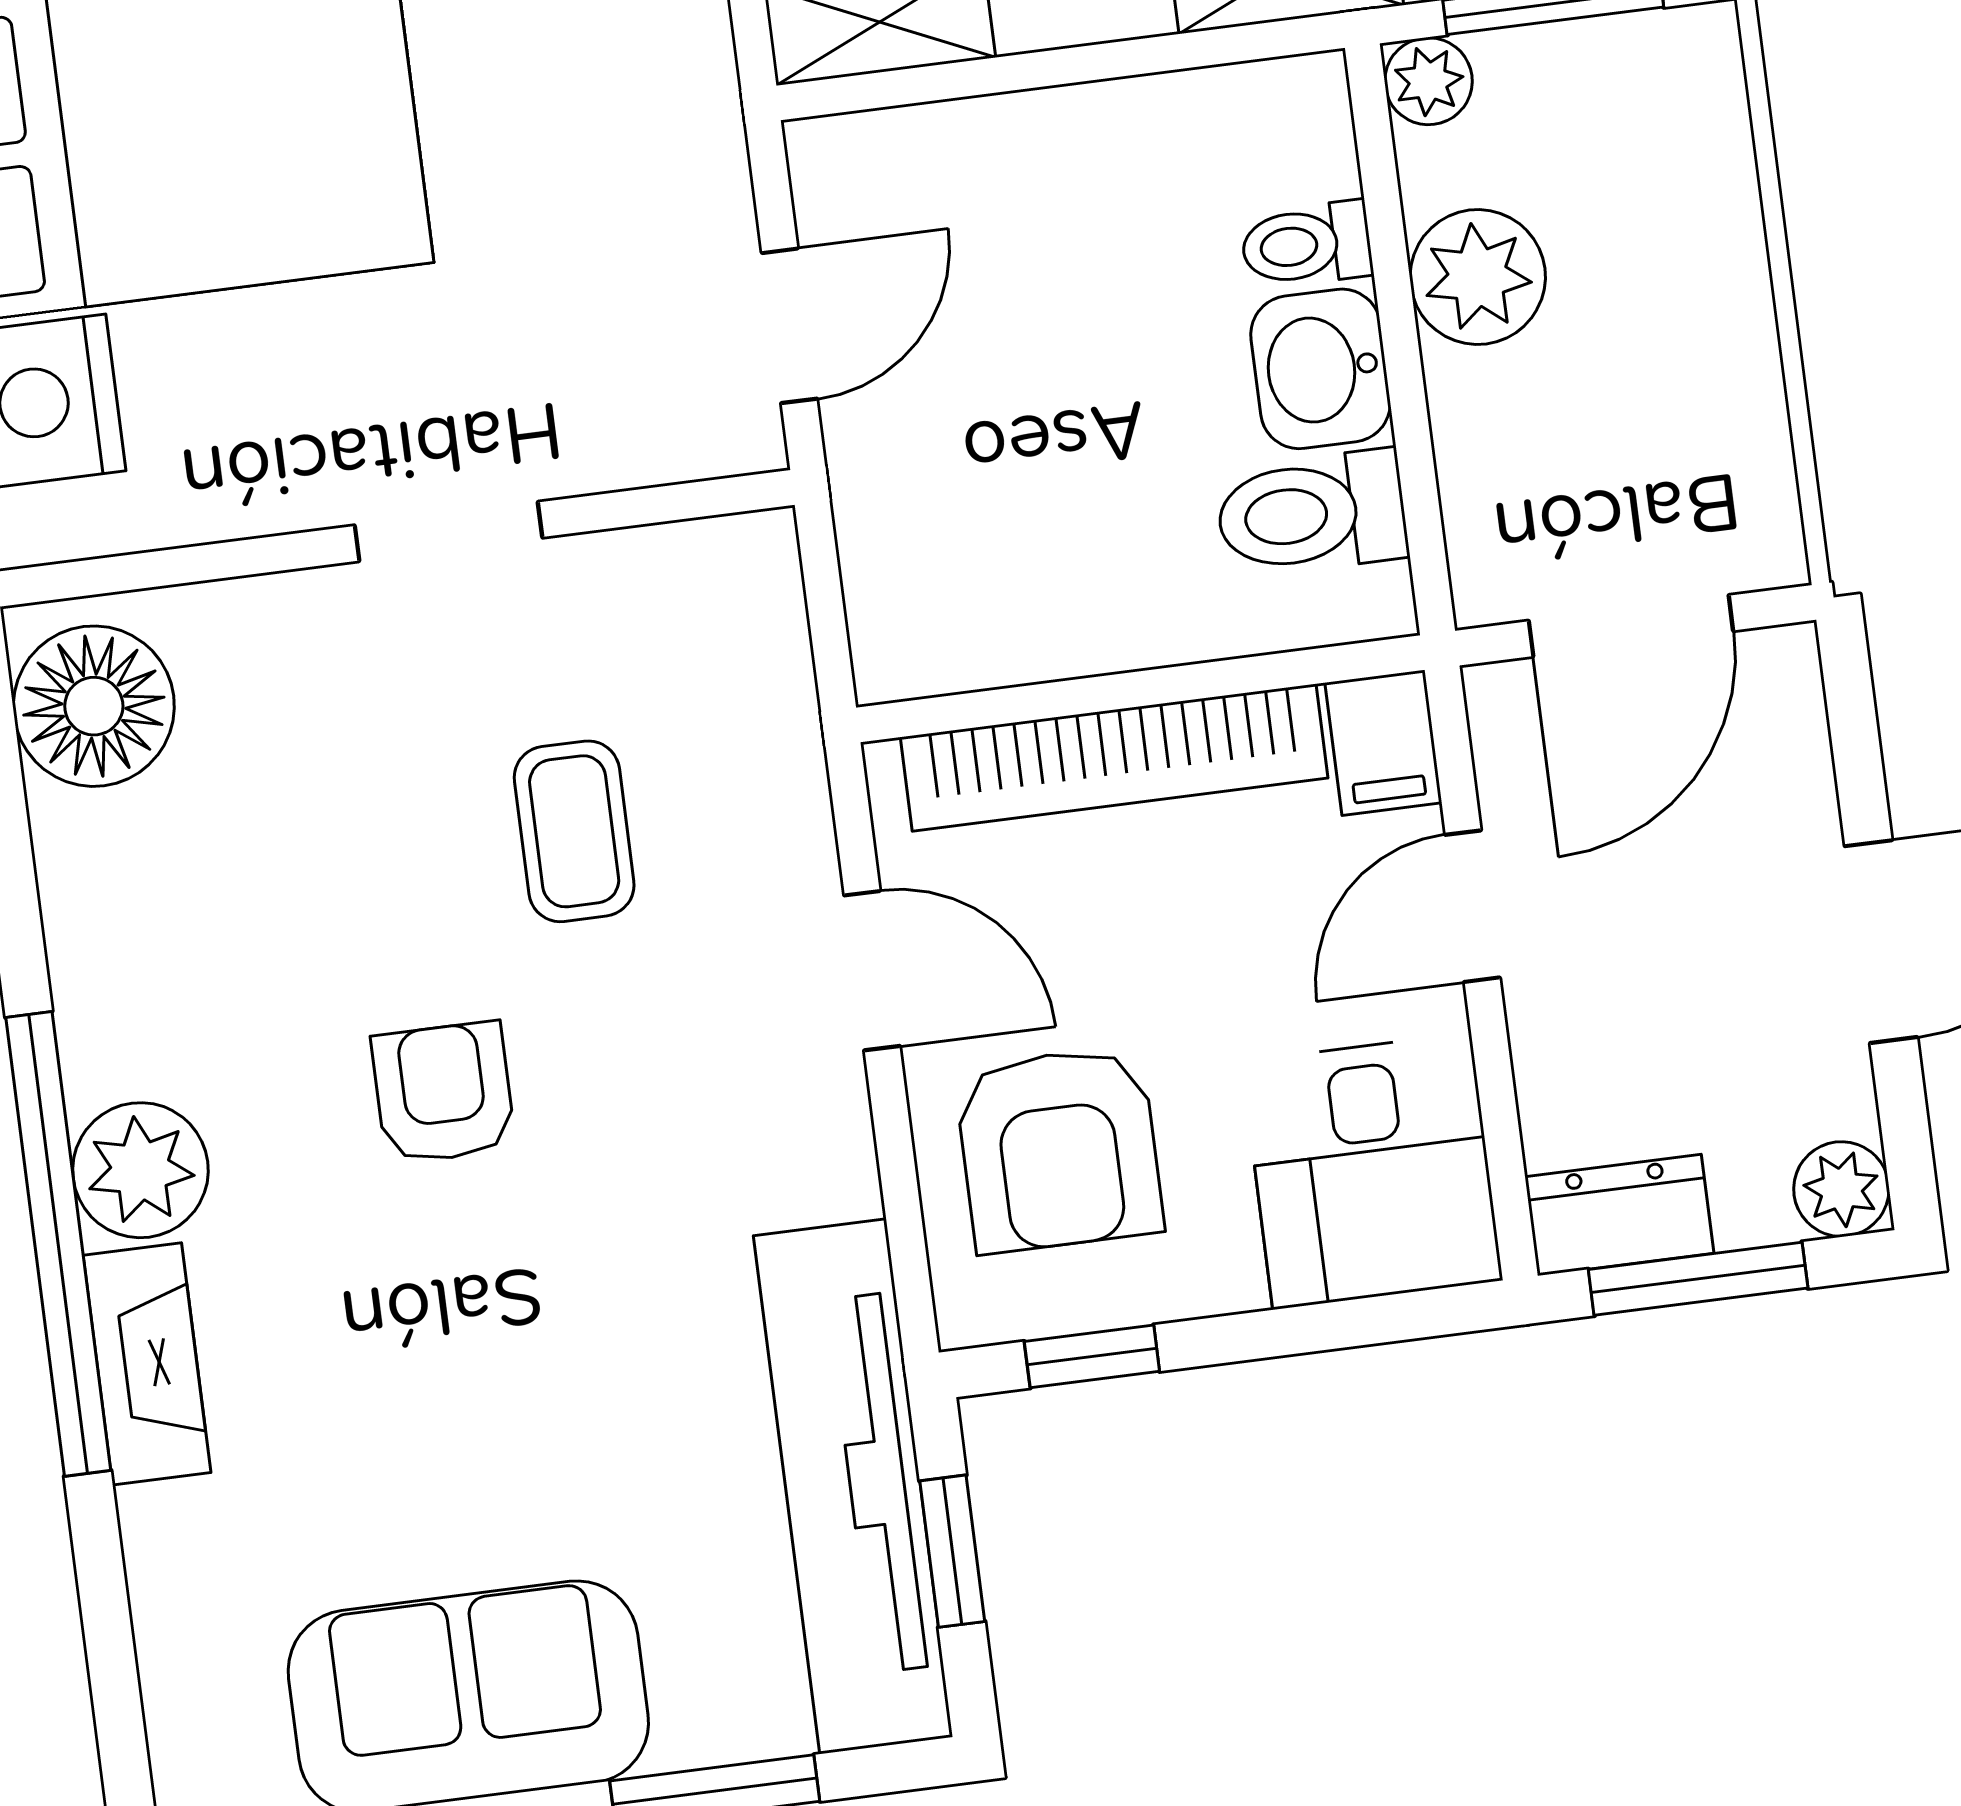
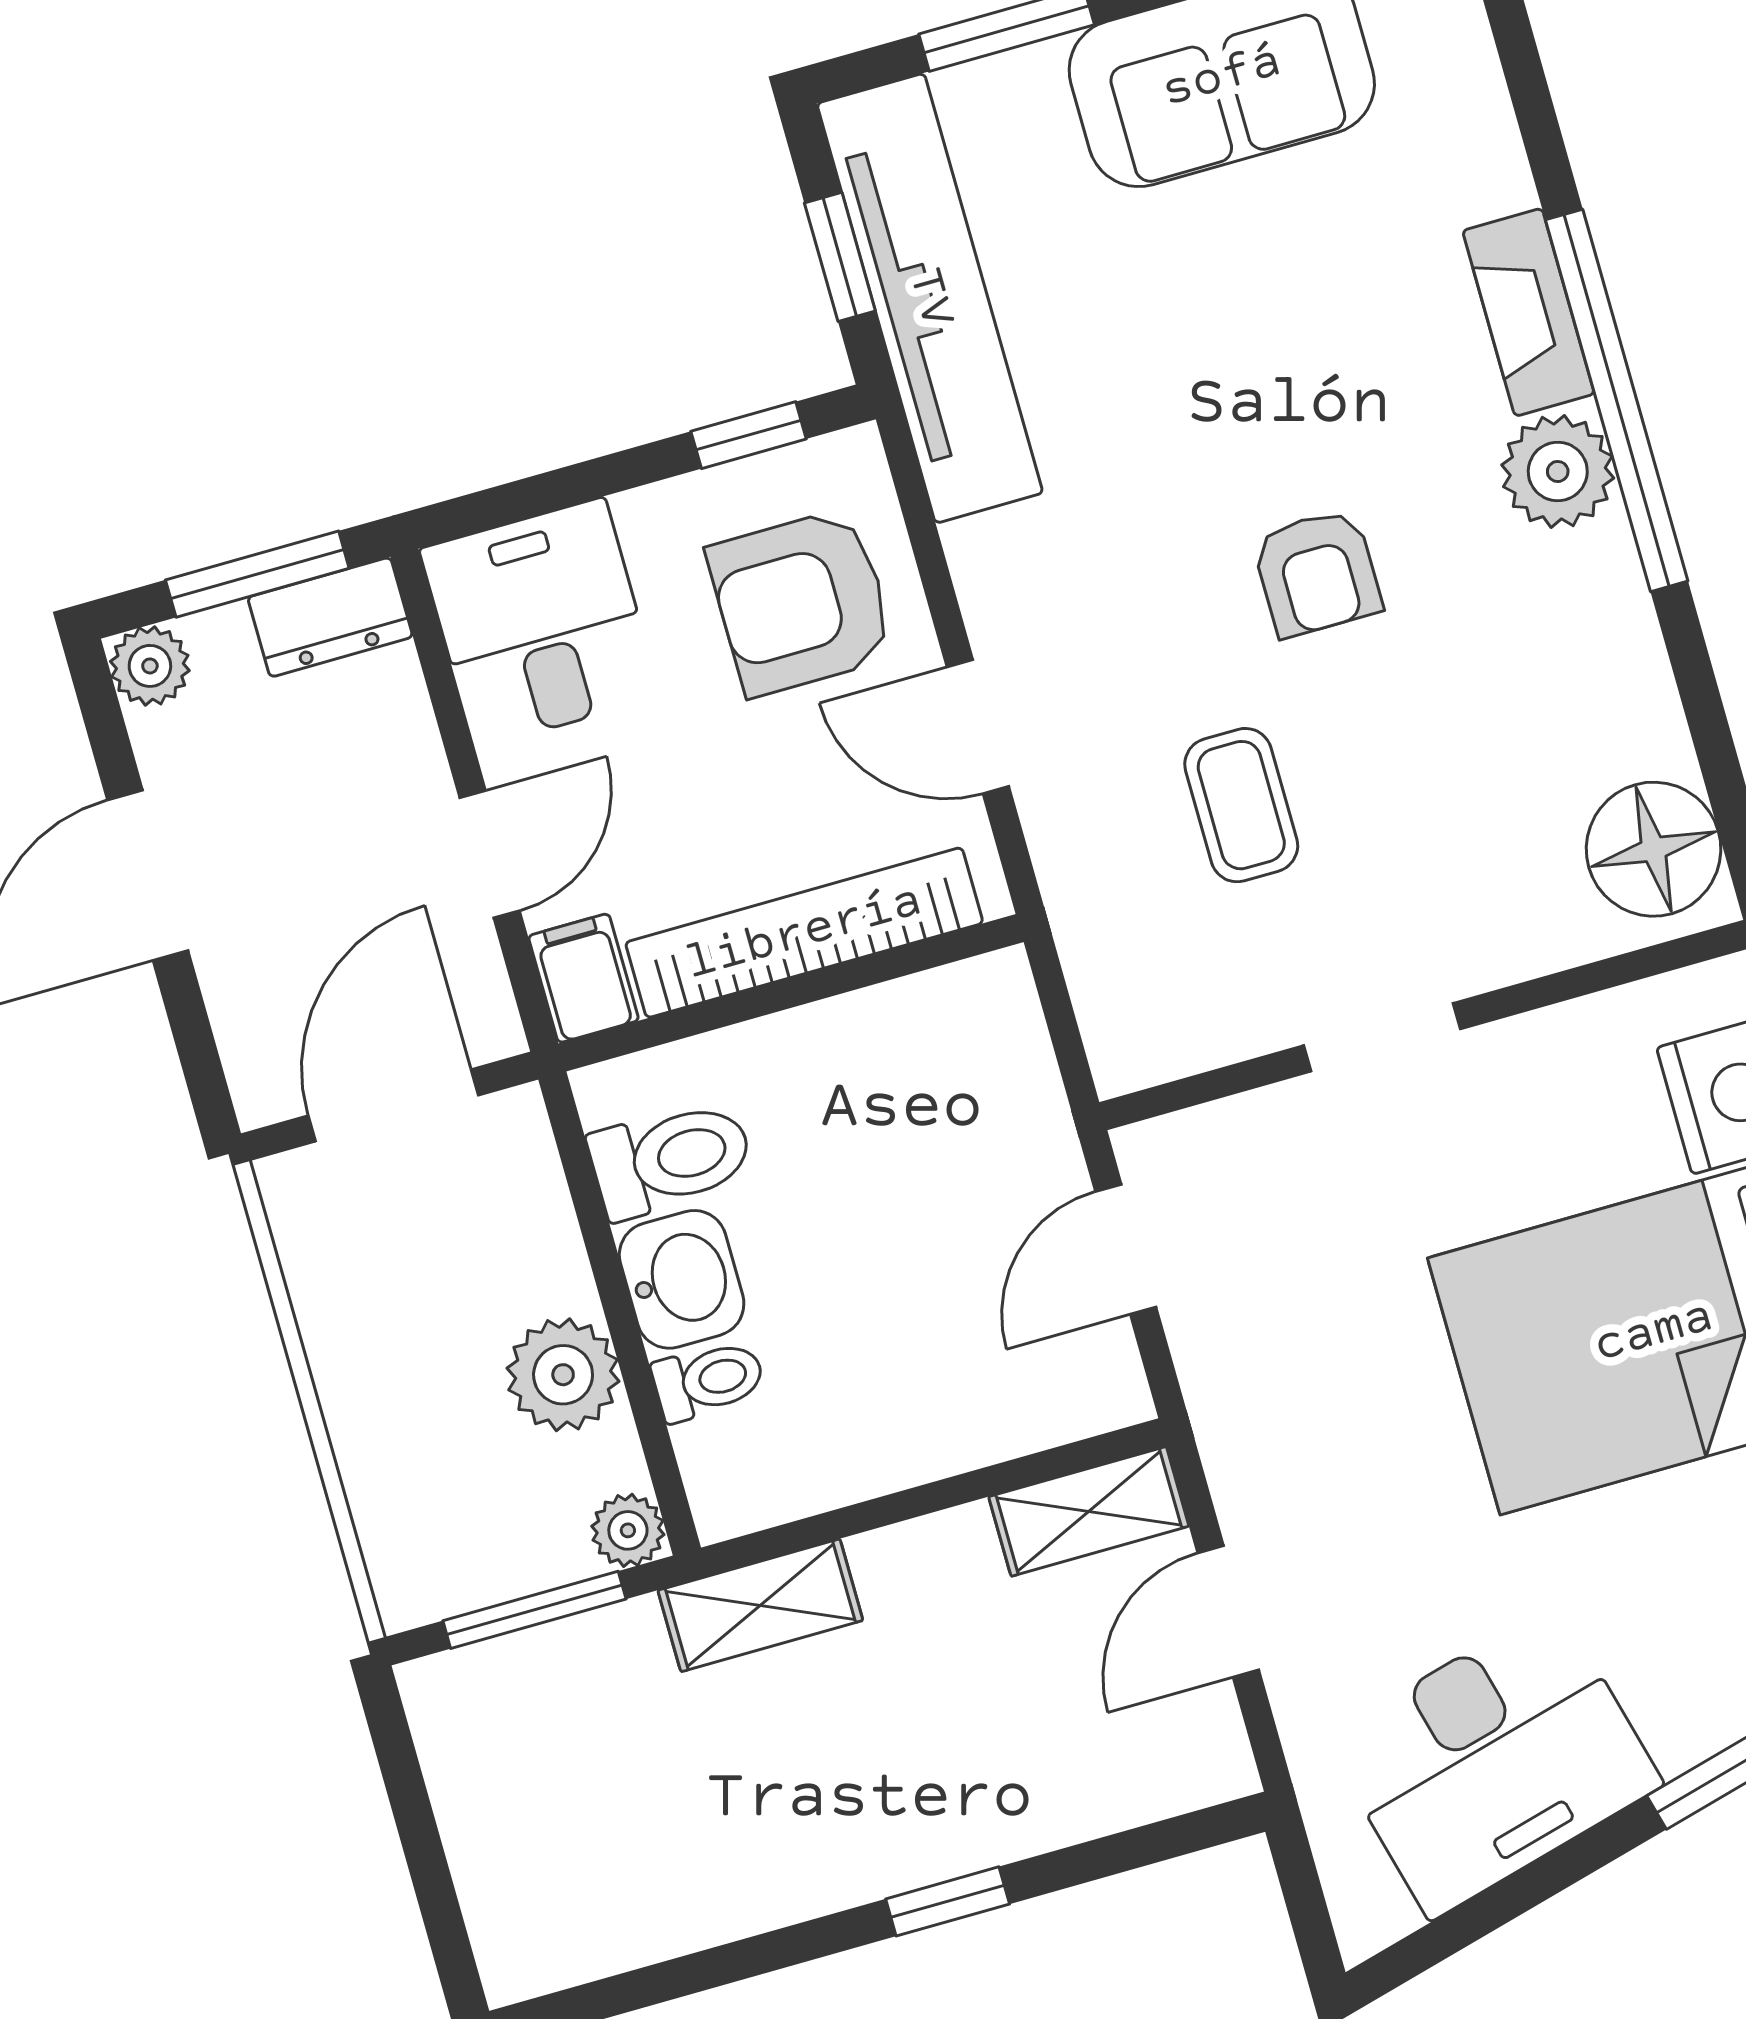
armchair: (1059, 1149) -> (801, 602), turned -90

